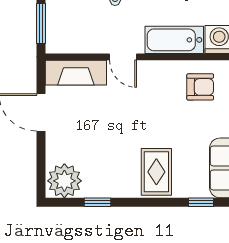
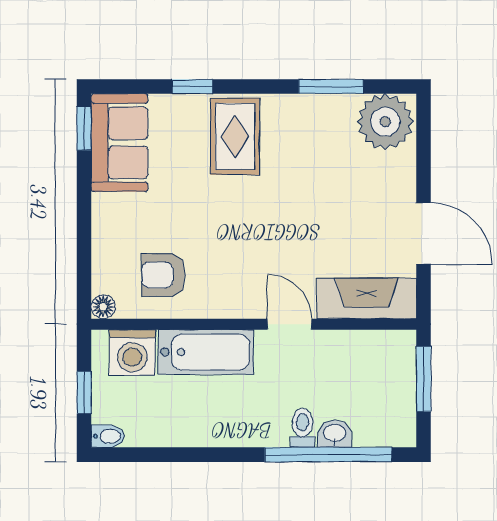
window: (98, 202) -> (331, 87), width x1.50
window: (201, 202) -> (192, 87), moved

